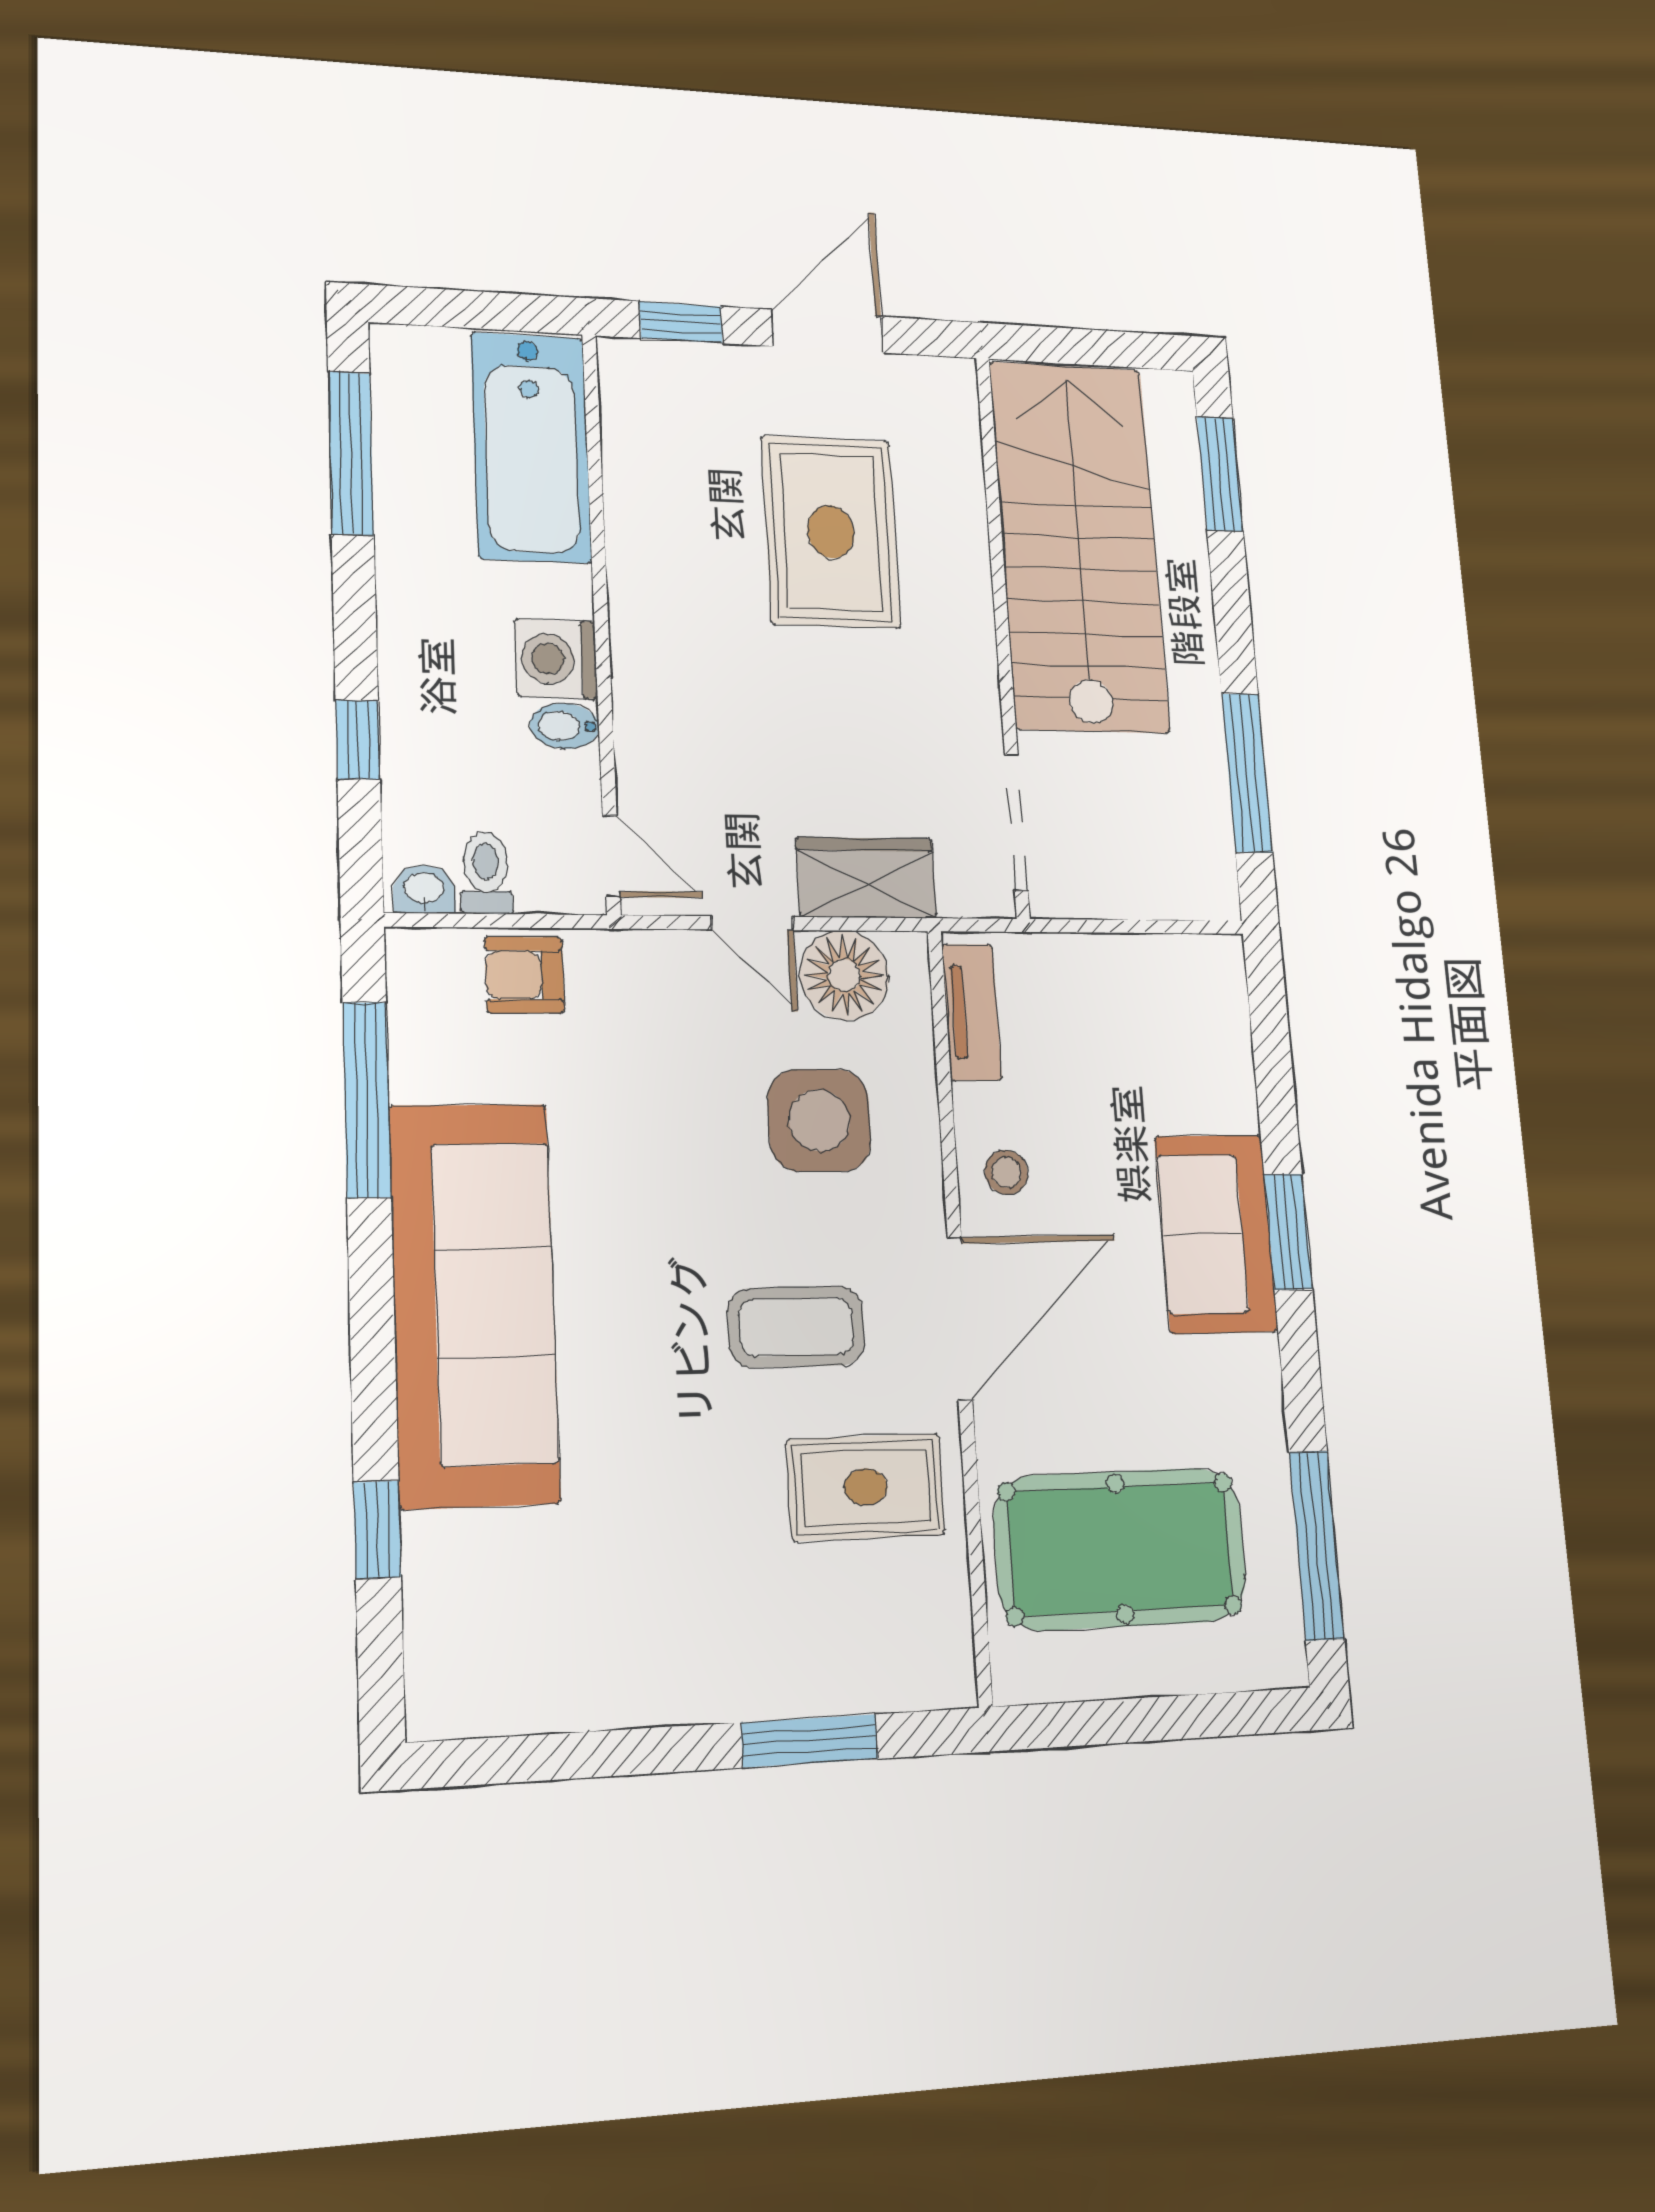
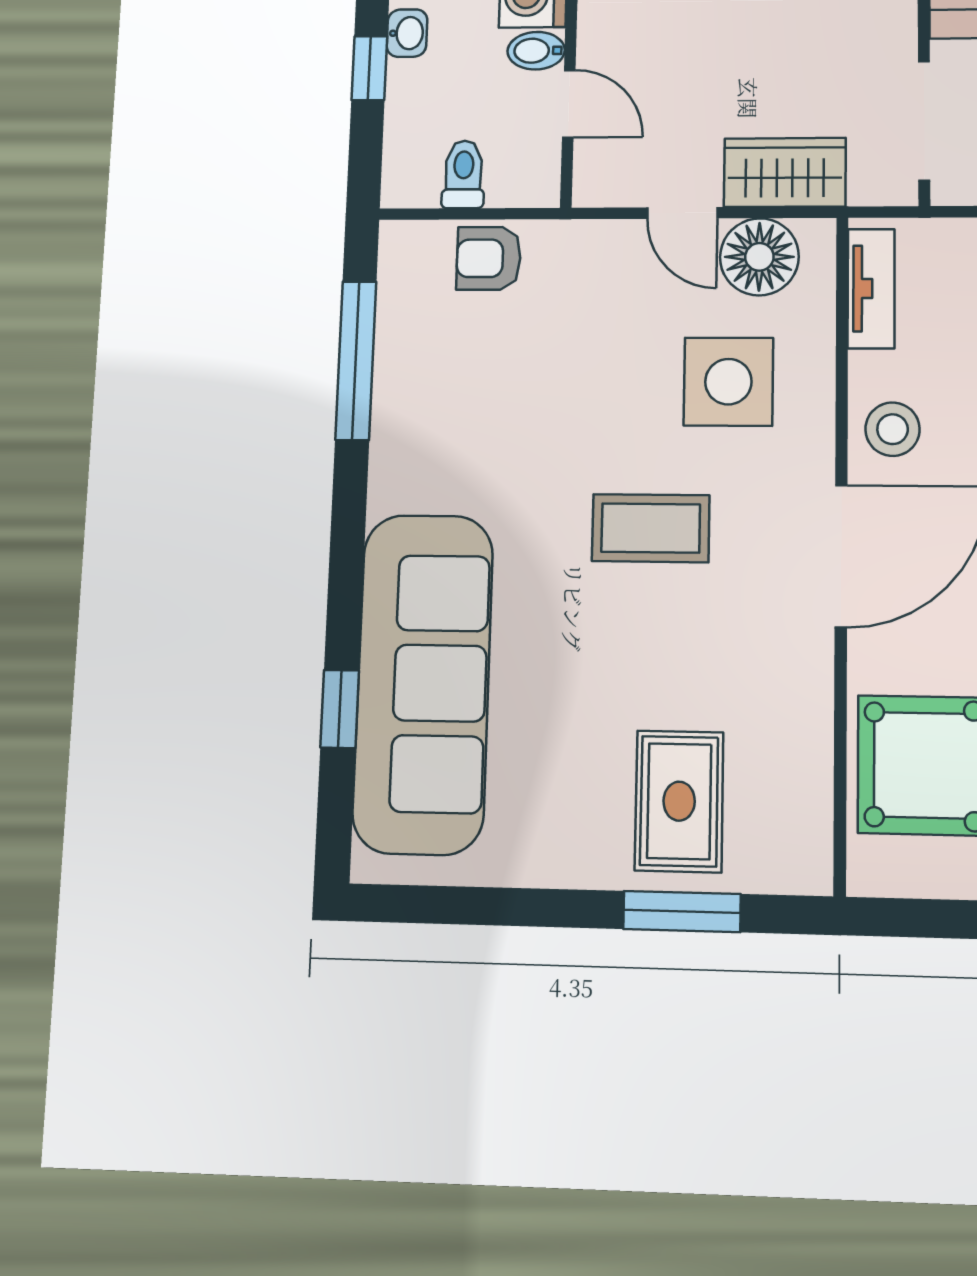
door: (611, 856) -> (569, 104), moved
washbasin: (424, 889) -> (407, 33), moved, turned 90
stool: (1006, 1172) -> (893, 429), width x1.37, depth x1.37
sofa: (474, 1303) -> (423, 683), moved
coffee table: (796, 1327) -> (651, 528), moved
rug: (866, 1487) -> (679, 801), moved, turned 90

